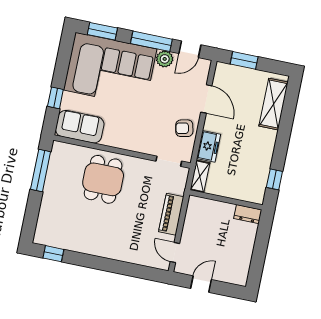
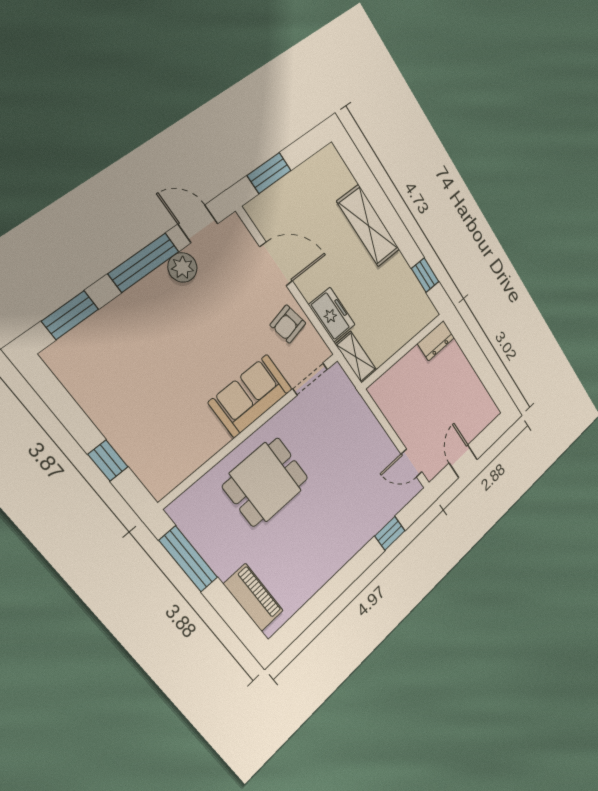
door: (190, 49) -> (198, 224), swing flipped
corner sofa: (110, 69) -> (134, 351), removed
shelving: (274, 104) -> (368, 226), moved
sofa: (80, 127) -> (251, 396), moved
dining table: (103, 179) -> (266, 482), turned 90
piano: (171, 214) -> (253, 597), moved, turned 180
window: (53, 254) -> (390, 533), moved

